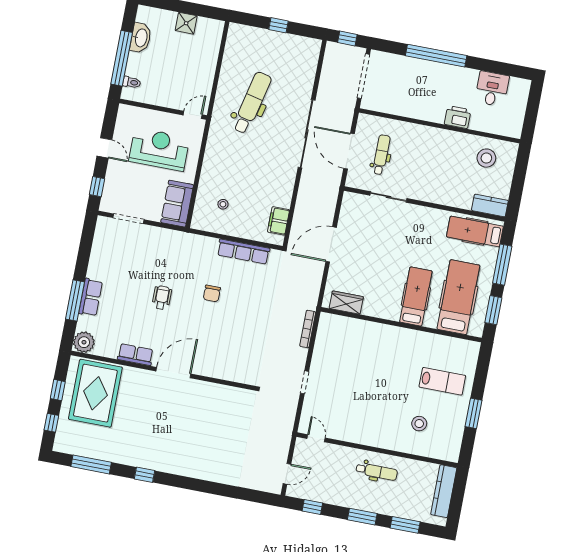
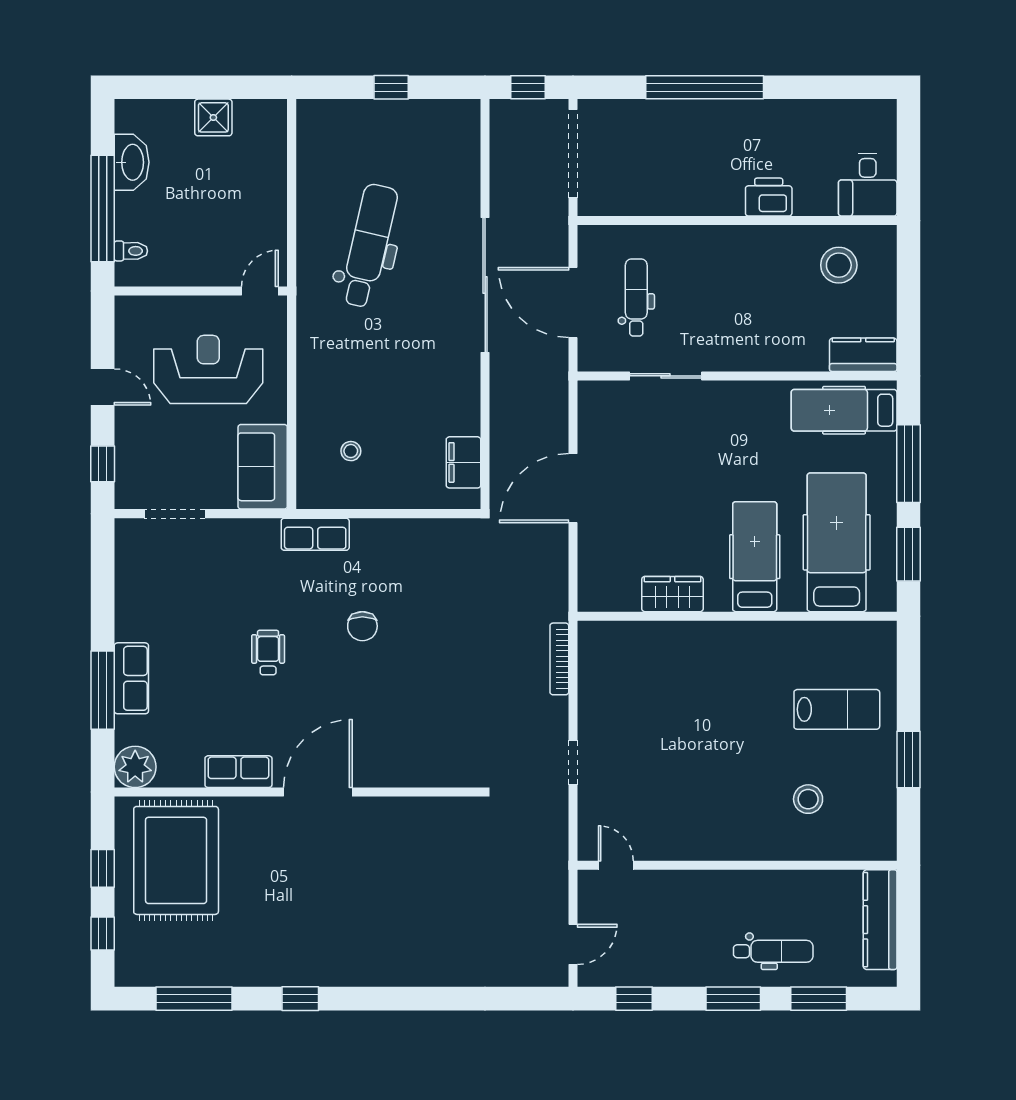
desk: (492, 89) -> (868, 185), moved, turned 180
row of seats: (243, 252) -> (315, 534), moved, width x0.68
wardrobe: (346, 303) -> (672, 594), moved
dental chair: (377, 472) -> (773, 951), moved

